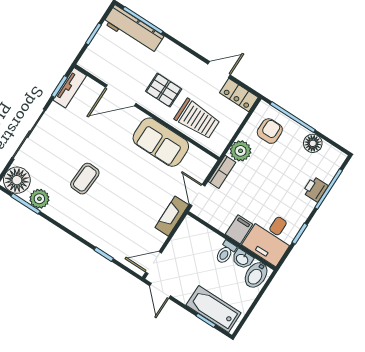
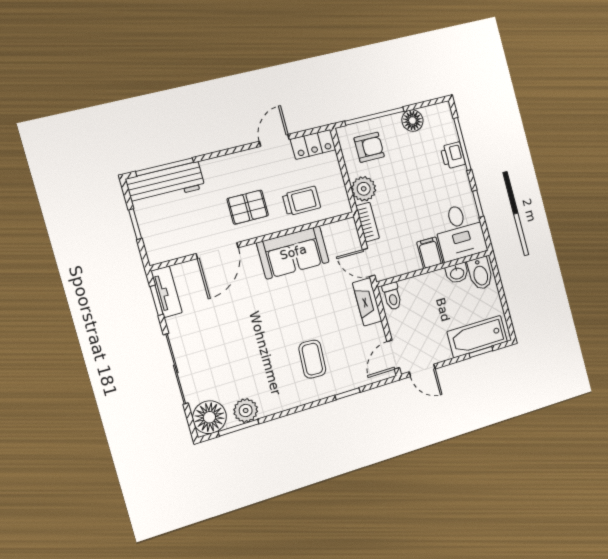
trolley: (197, 119) -> (301, 201), width x0.73, depth x0.72
armchair: (270, 131) -> (369, 147), turned 90
coffee table: (85, 179) -> (312, 359), moved
toilet: (226, 252) -> (392, 296), moved

